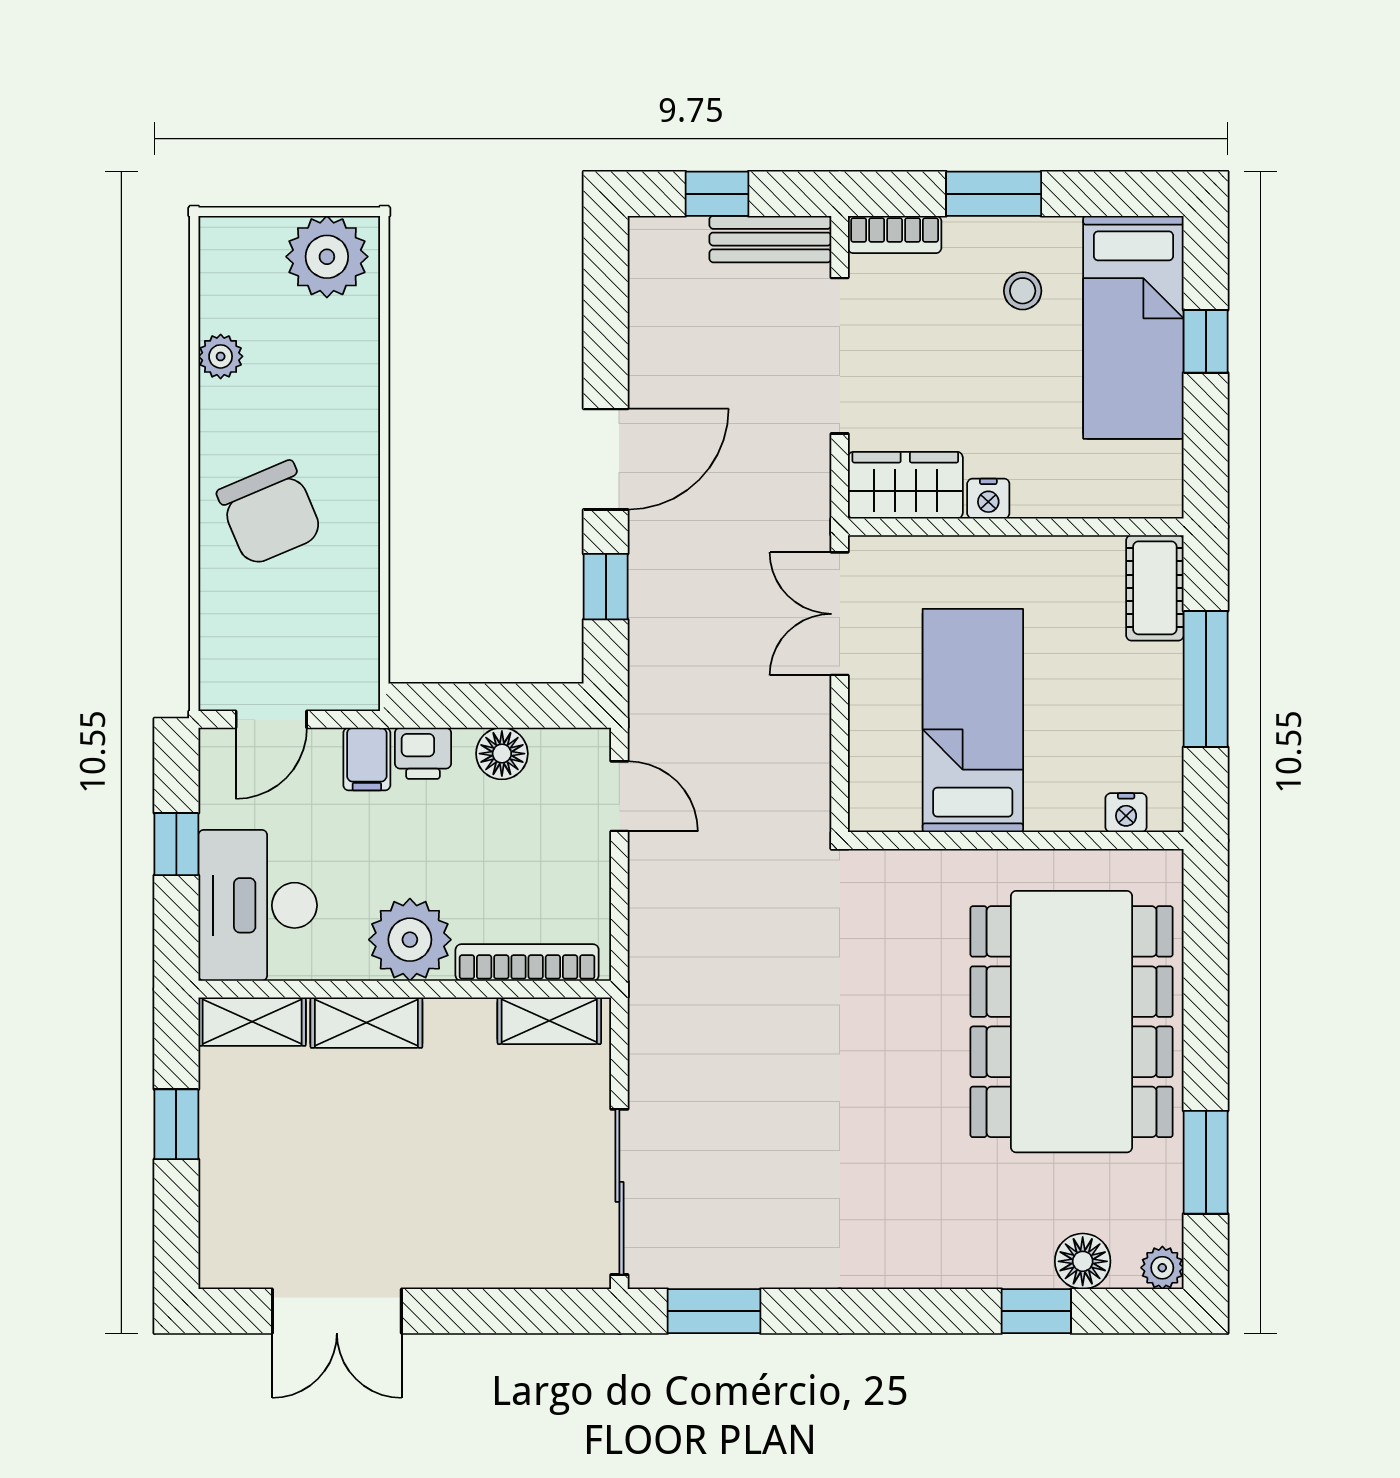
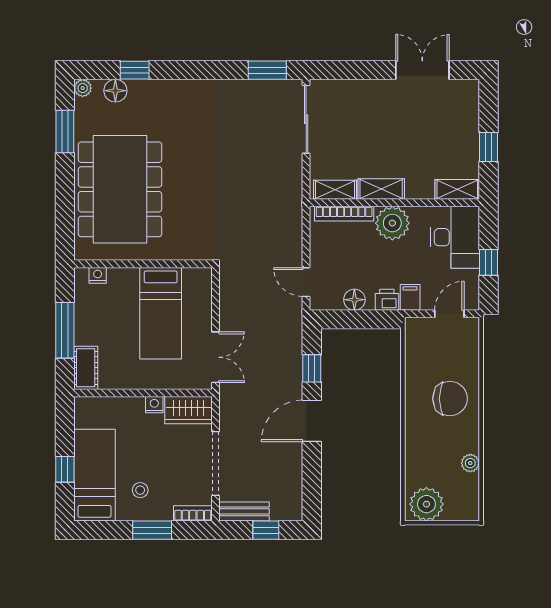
chair: (270, 513) -> (450, 399), turned 113
shelving: (366, 1023) -> (381, 189), moved

